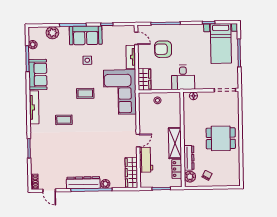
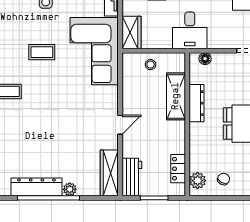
shelving: (175, 143) -> (176, 96), moved
dresser: (189, 158) -> (197, 103), moved
workbench: (146, 160) -> (132, 177), moved

